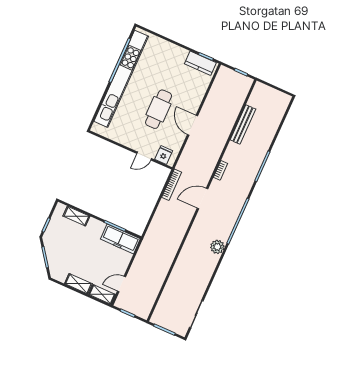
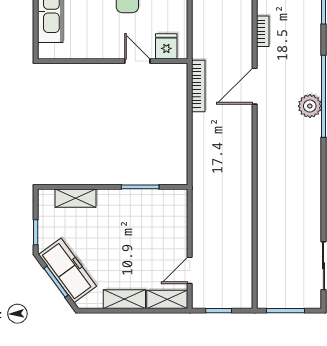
door: (144, 156) -> (137, 61), swing flipped
freezer: (120, 239) -> (68, 270), moved, turned -126
plant: (217, 247) -> (310, 106), moved

